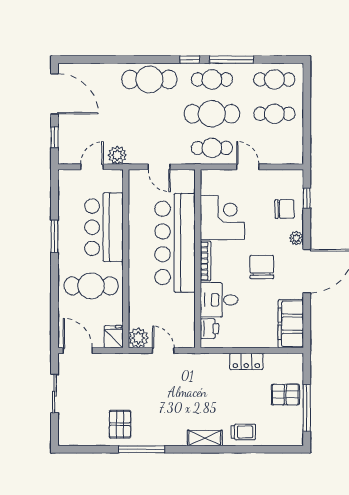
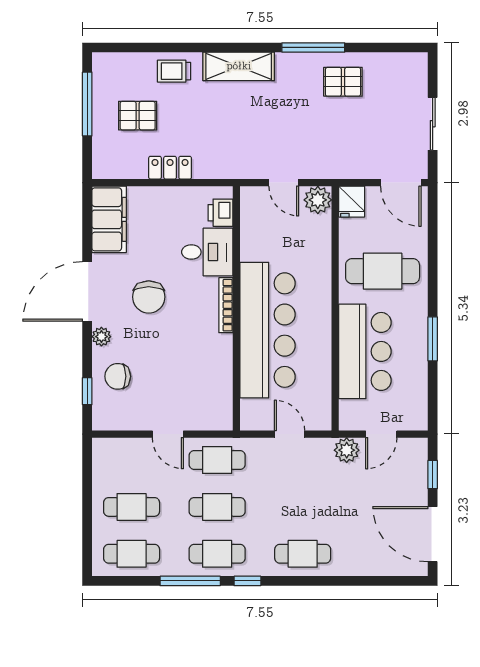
cafe table: (149, 79) -> (303, 554), width x0.73, depth x0.74
cafe table: (212, 114) -> (217, 507), width x0.73, depth x0.74
corner desk: (222, 218) -> (203, 365), removed
pallet: (285, 395) -> (138, 116), moved
pallet: (120, 424) -> (343, 82), turned 90
shelving: (205, 438) -> (239, 66), width x1.50, depth x1.33

